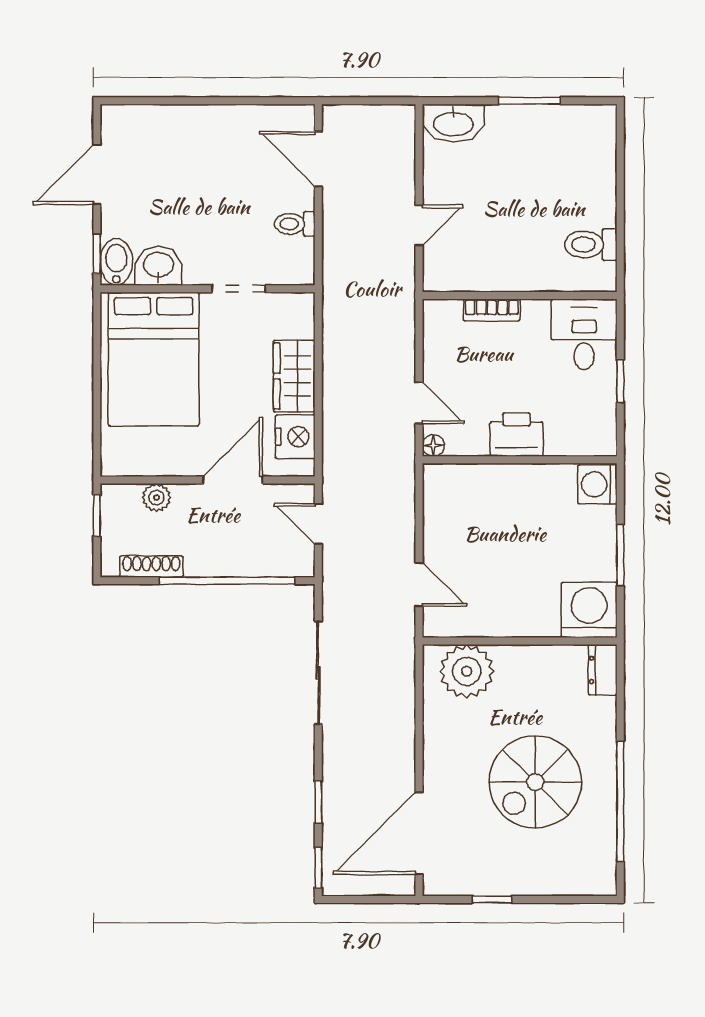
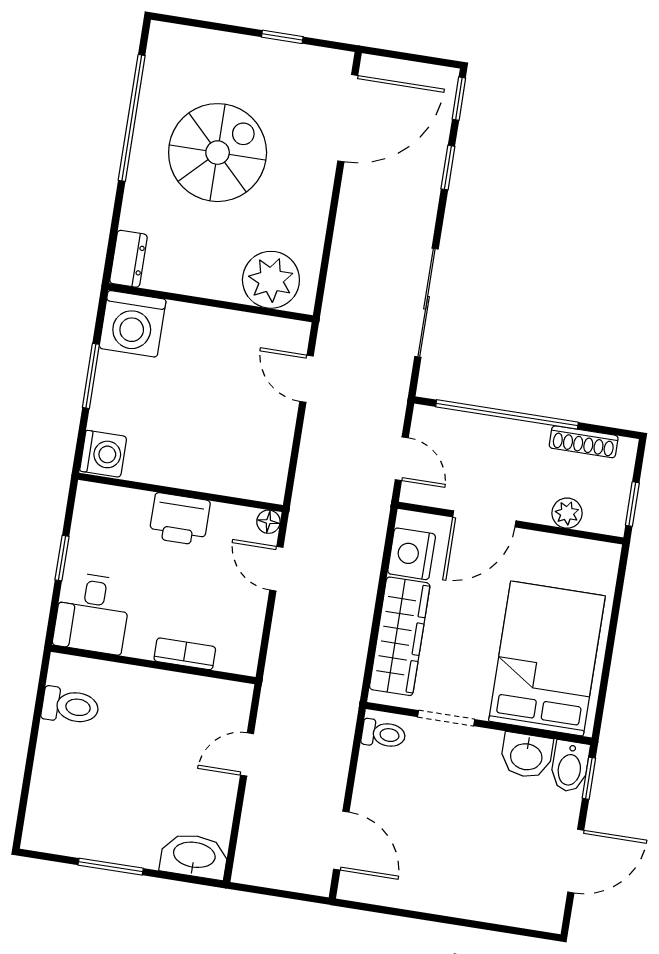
toilet: (295, 224) -> (384, 734), moved
wardrobe: (294, 376) -> (400, 636), width x1.50

